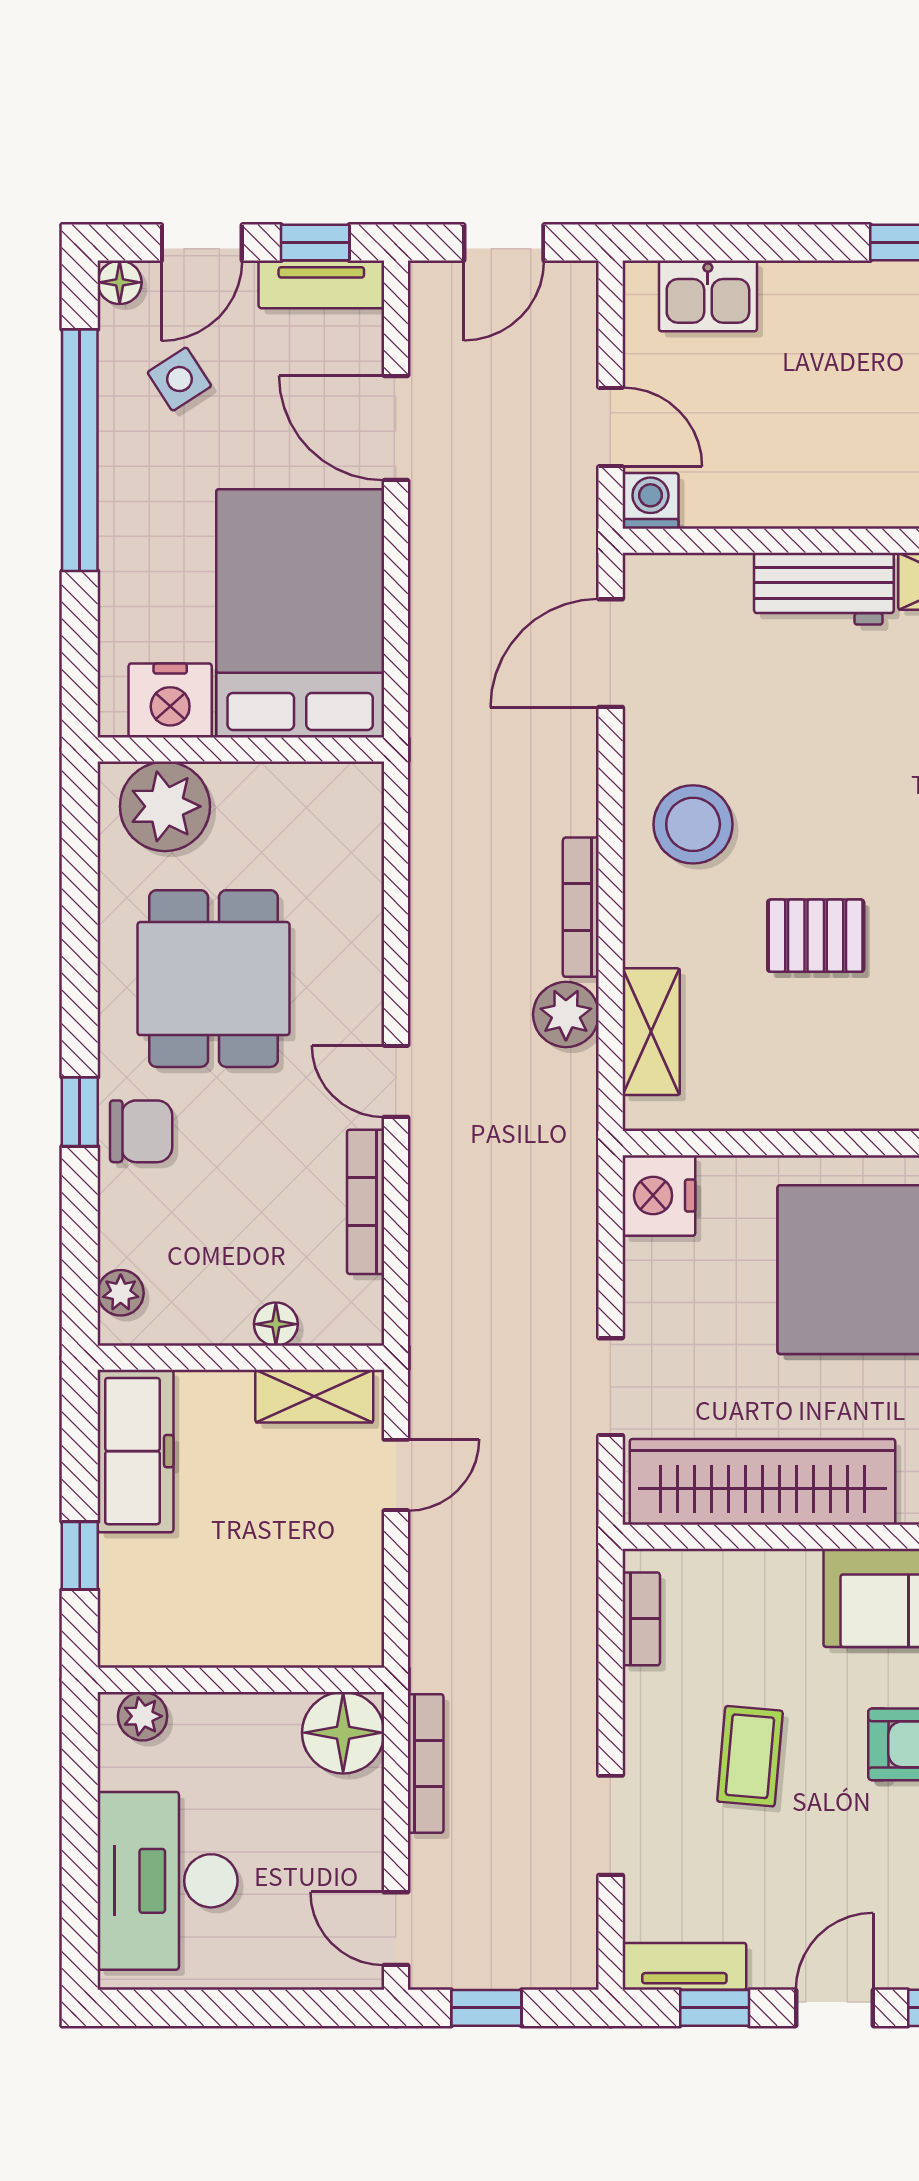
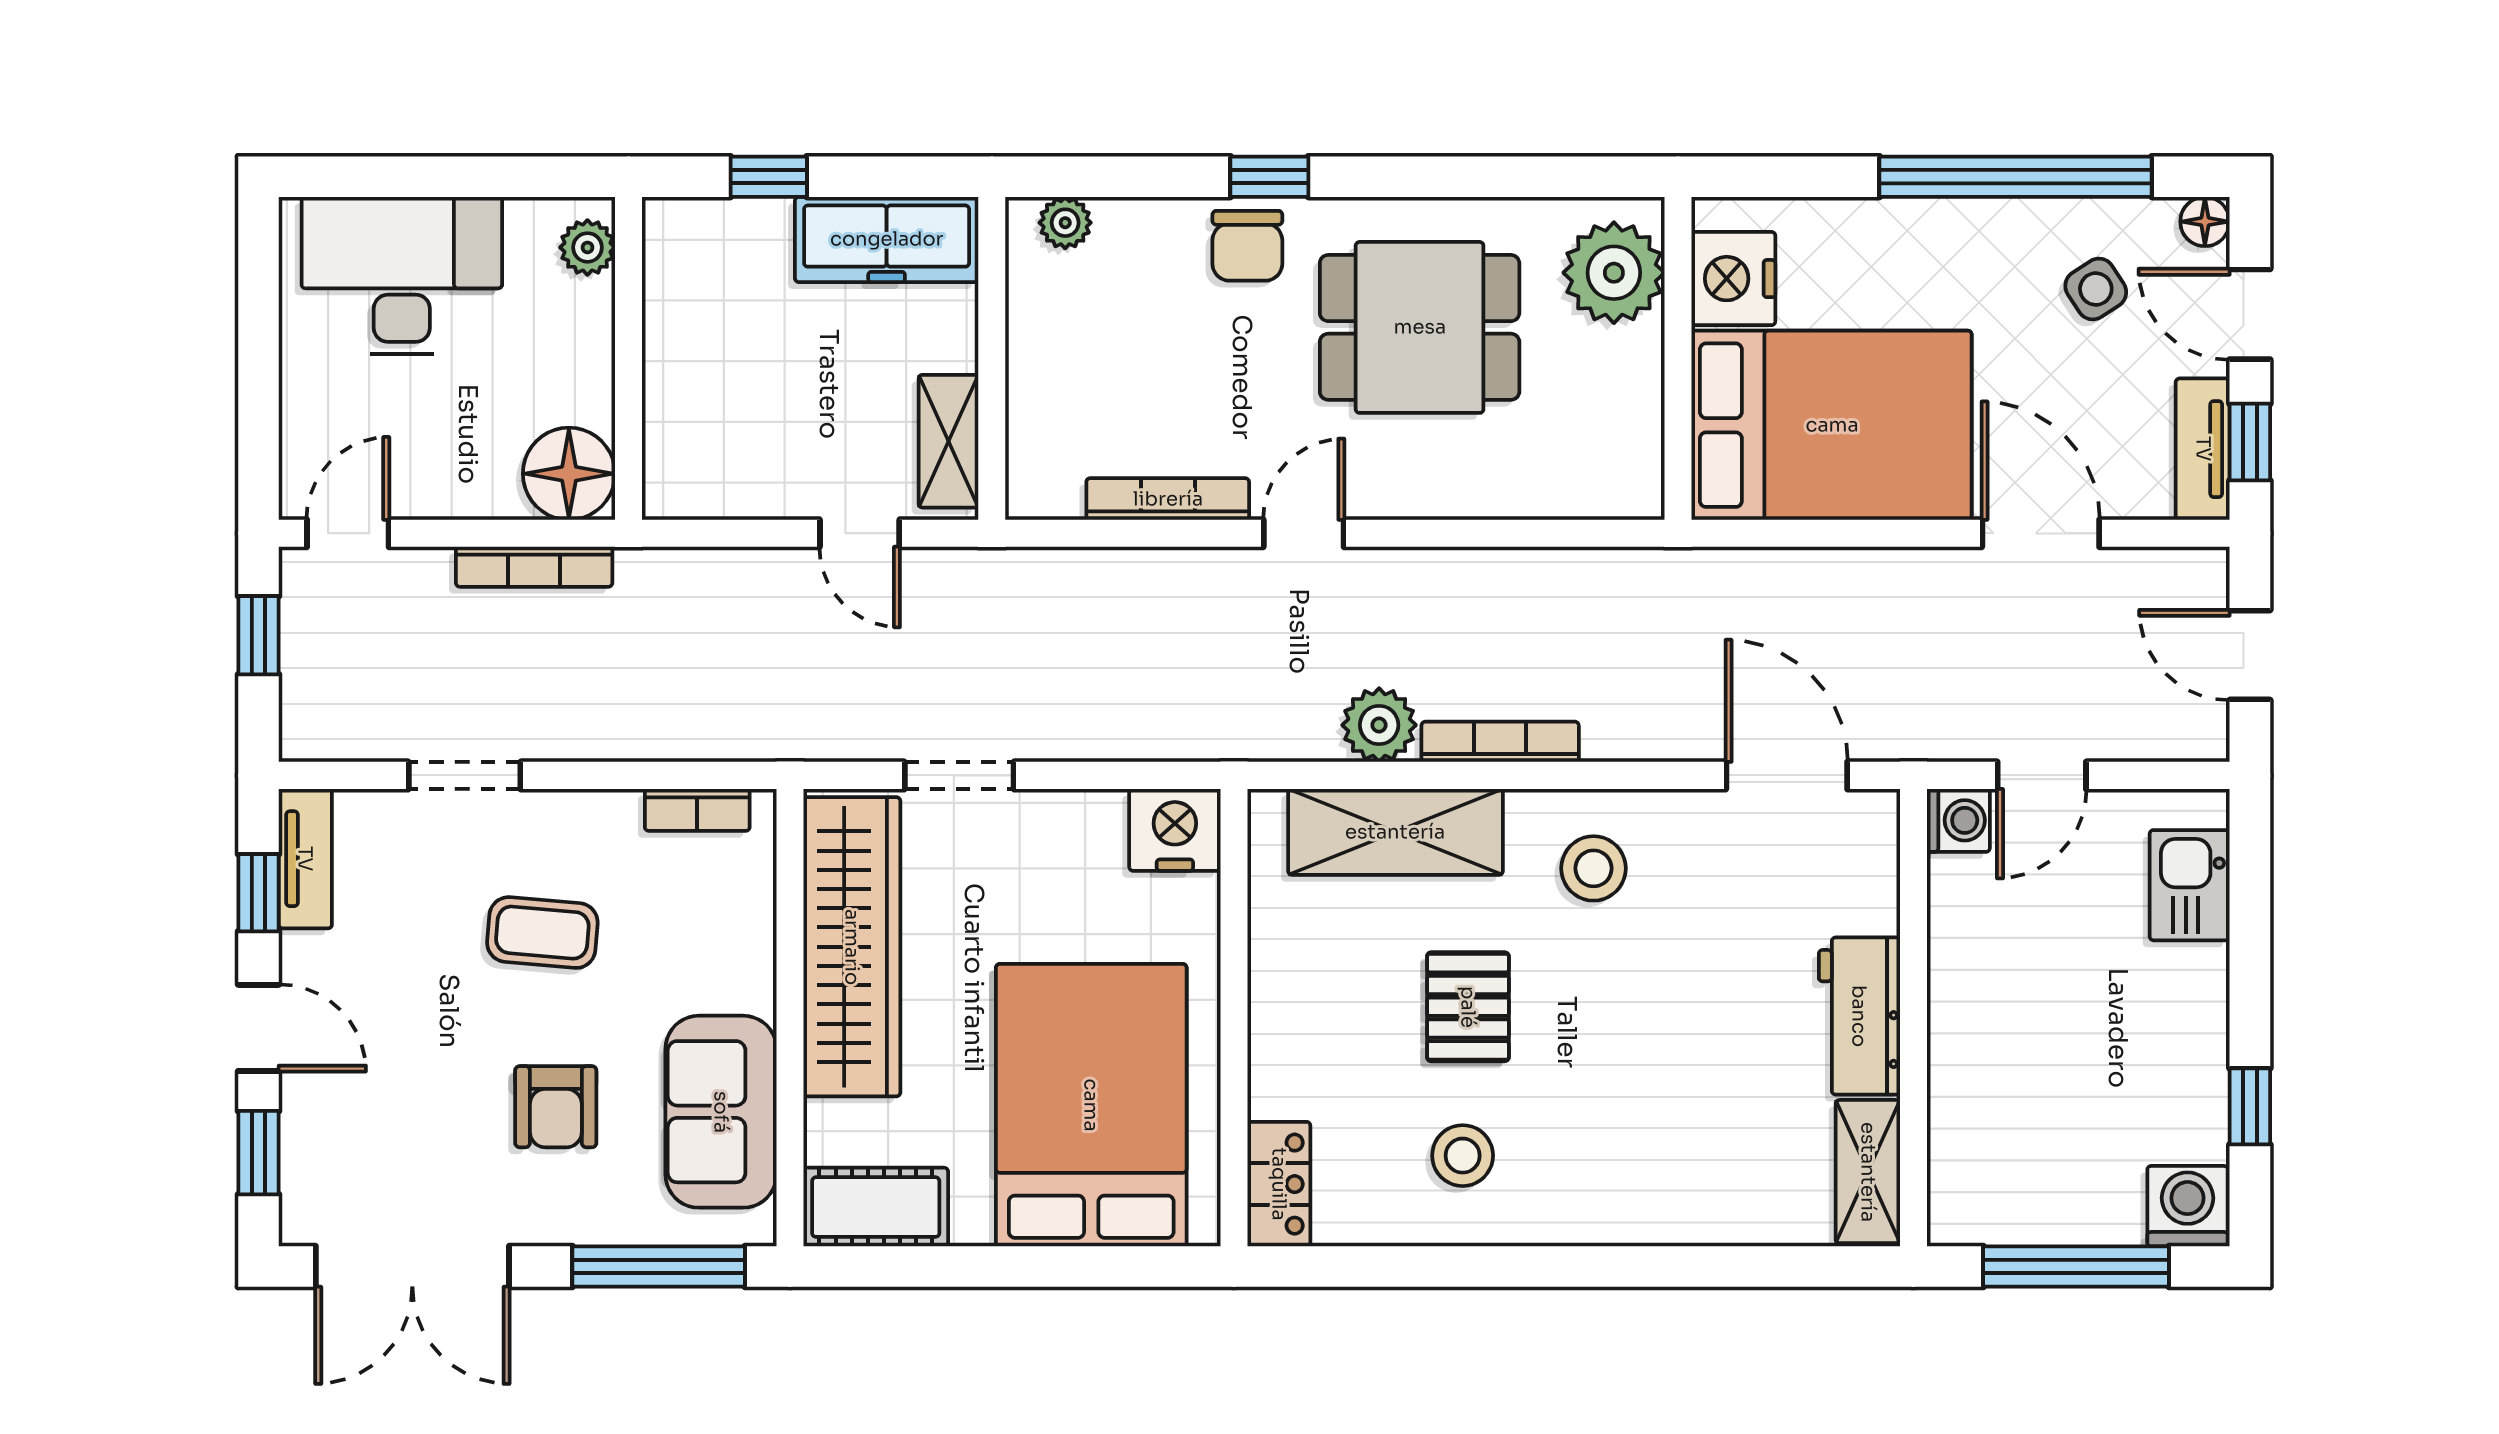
door: (396, 428) -> (2041, 533), hinge flipped
stool: (693, 824) -> (1594, 868), width x0.73, depth x0.73
shelving: (651, 1032) -> (1395, 832), width x1.50, depth x1.33
floor lamp: (276, 1324) -> (1030, 398), removed

